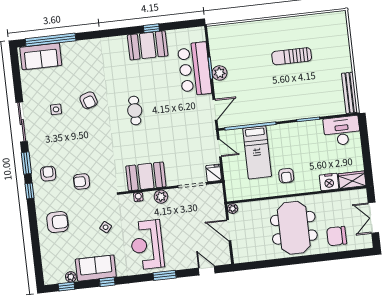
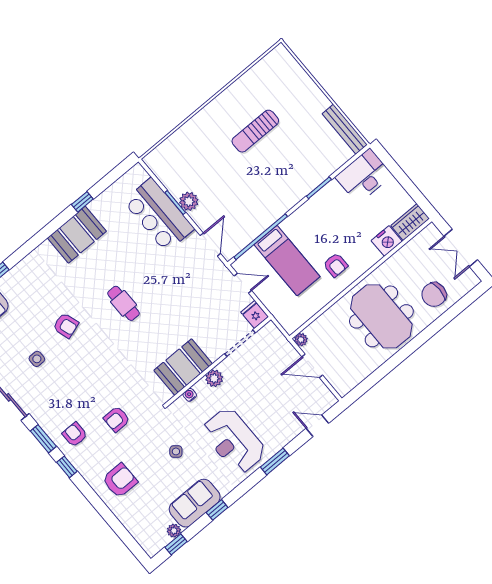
booth: (148, 45) -> (77, 235), moved

